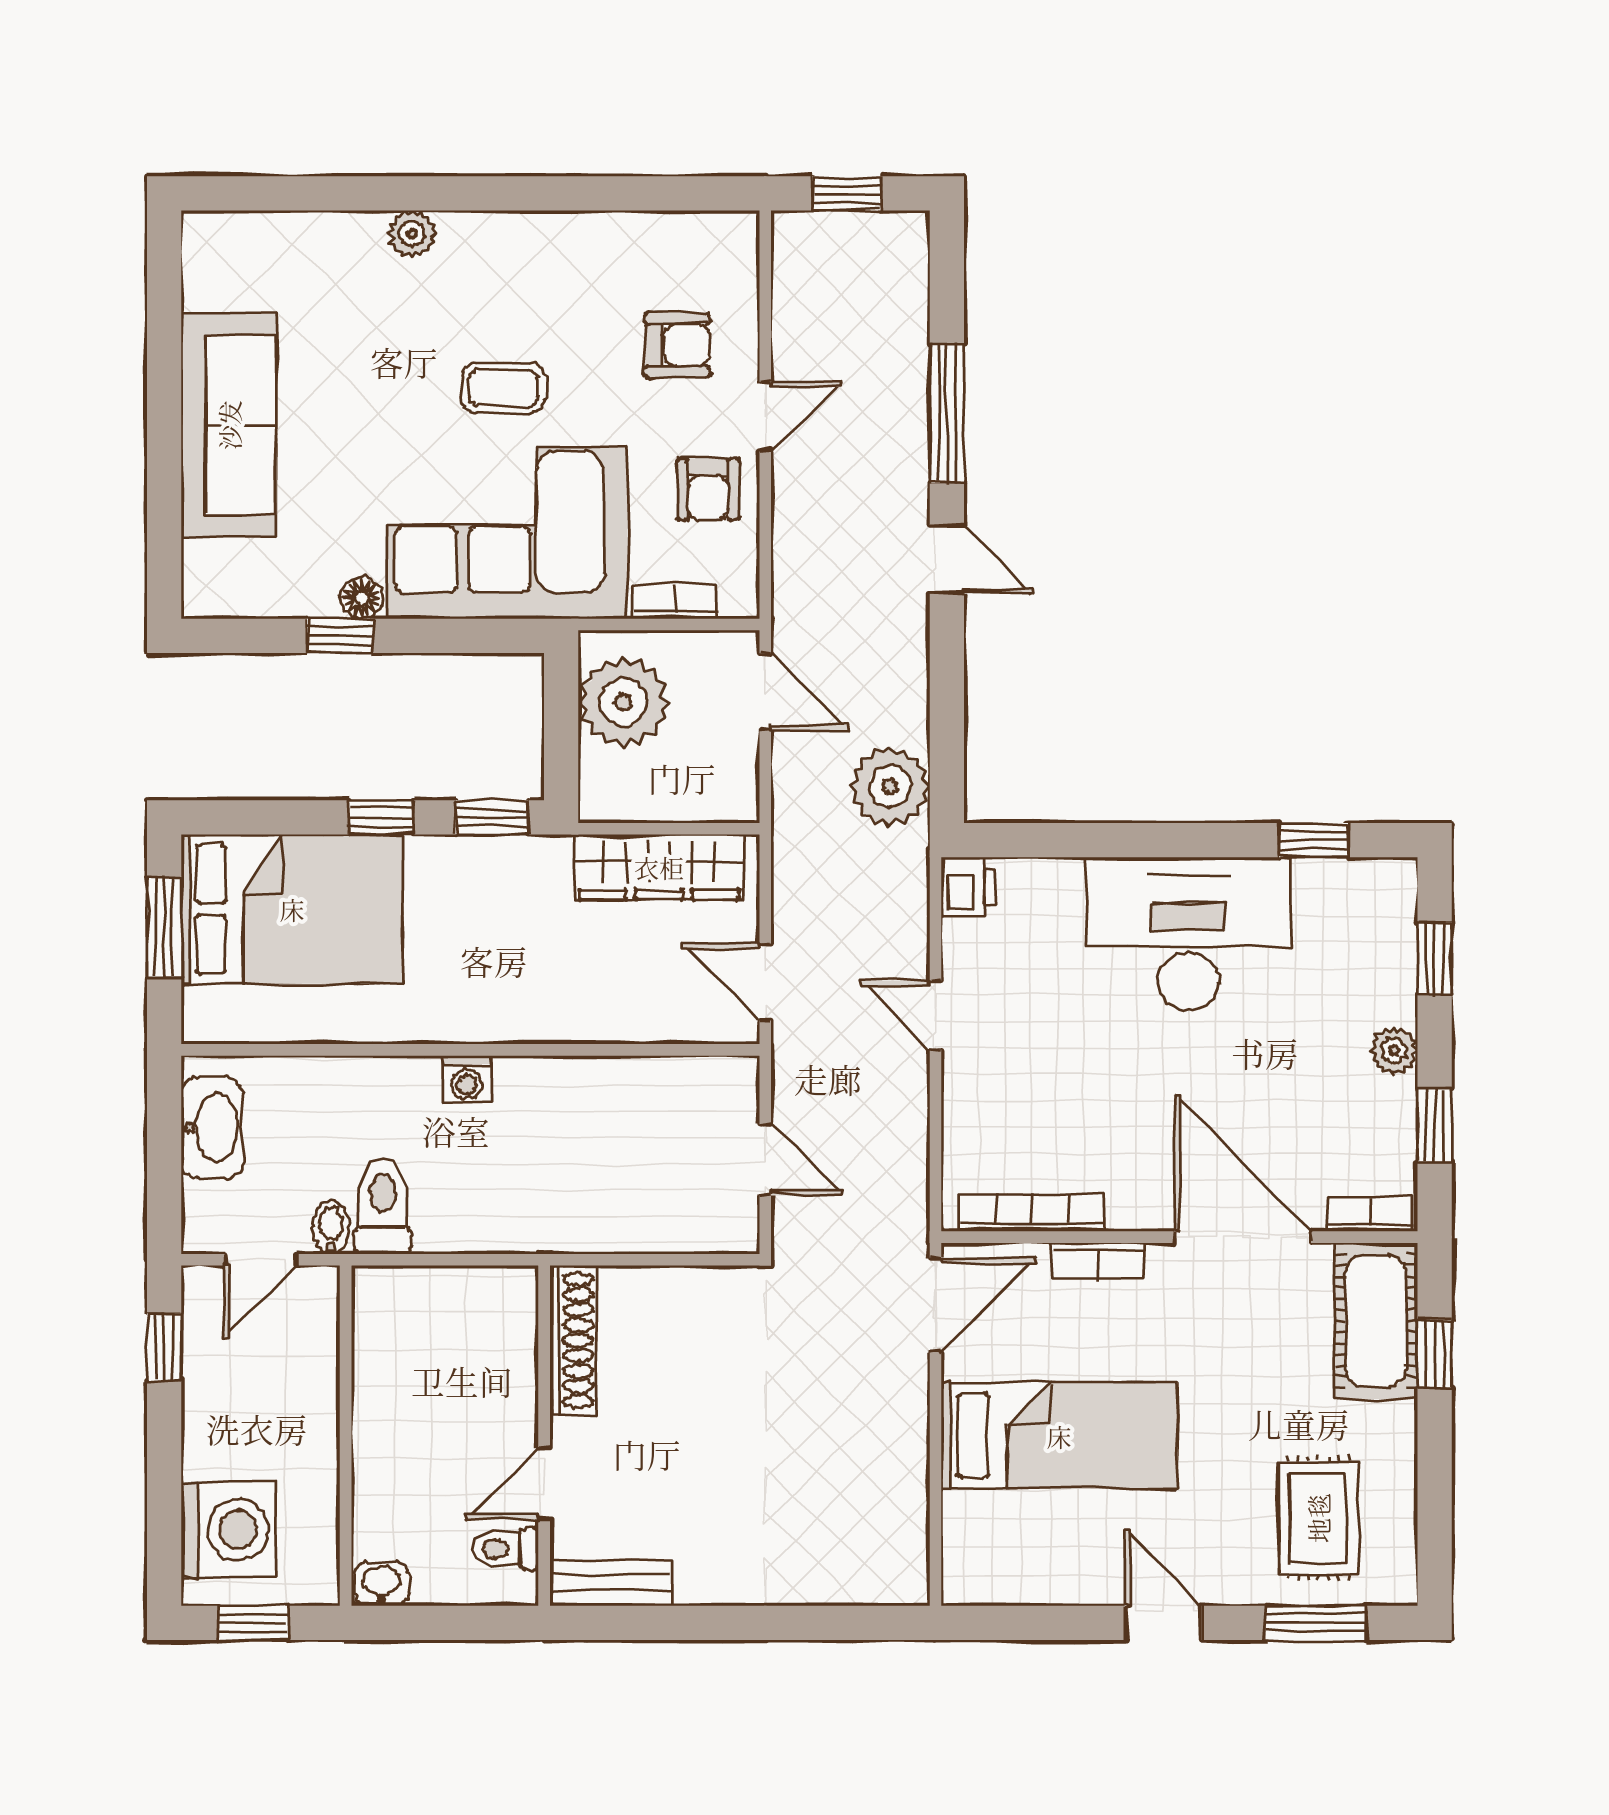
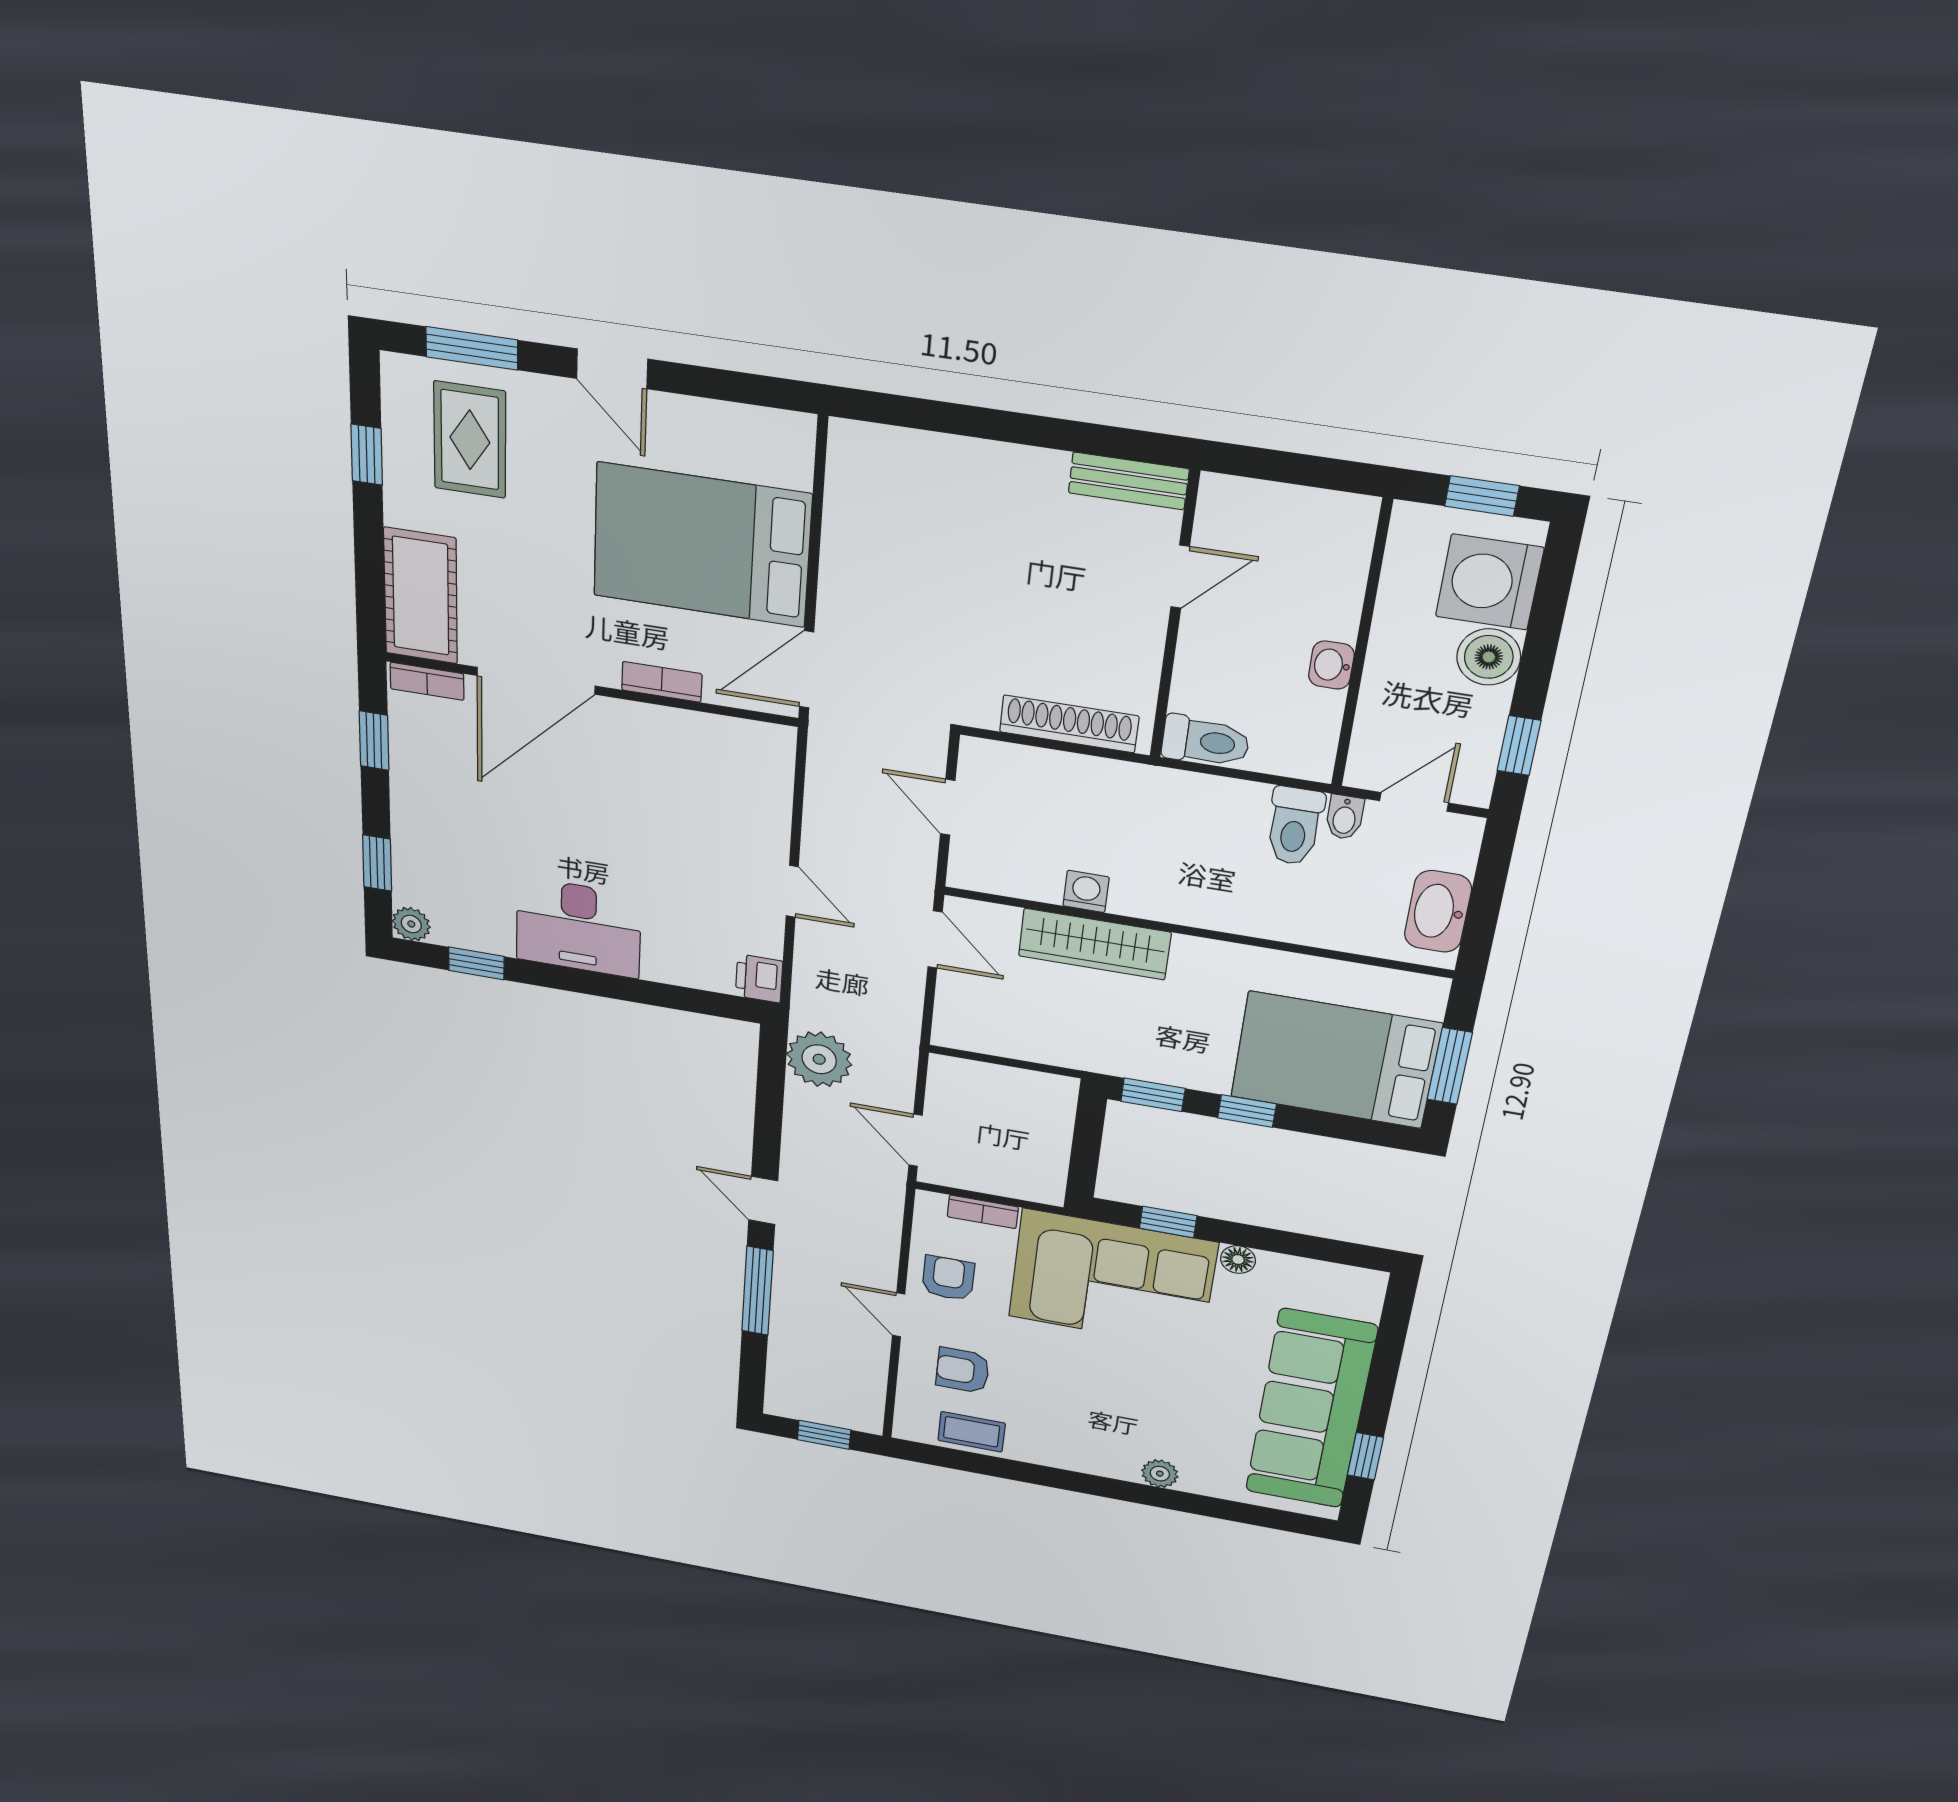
window: (164, 325) -> (1365, 1456), added
coffee table: (503, 388) -> (972, 1432), moved
door: (765, 417) -> (899, 1315), hinge flipped
sofa: (229, 425) -> (1311, 1410), width x1.36, depth x1.27
window: (340, 636) -> (1168, 1222), moved
plant: (623, 702) -> (1033, 1154), removed
wardrobe: (659, 867) -> (1095, 944), moved, turned 180
desk: (1188, 934) -> (578, 927), width x0.73, depth x0.77
plant: (1394, 1050) -> (411, 924), moved
washing machine: (467, 1080) -> (1086, 891), moved
bookcase: (1032, 1213) -> (718, 729), removed
door: (1243, 1237) -> (536, 681), hinge flipped
shoe rack: (573, 1340) -> (1069, 724), moved, turned 90
window: (1435, 1354) -> (367, 455), moved
bed: (1059, 1436) -> (702, 545), width x1.50
boiler: (214, 1445) -> (1489, 657), added
toilet: (505, 1549) -> (1206, 741), moved, width x1.37, depth x1.39
washbasin: (381, 1584) -> (1331, 665), moved, turned 90

